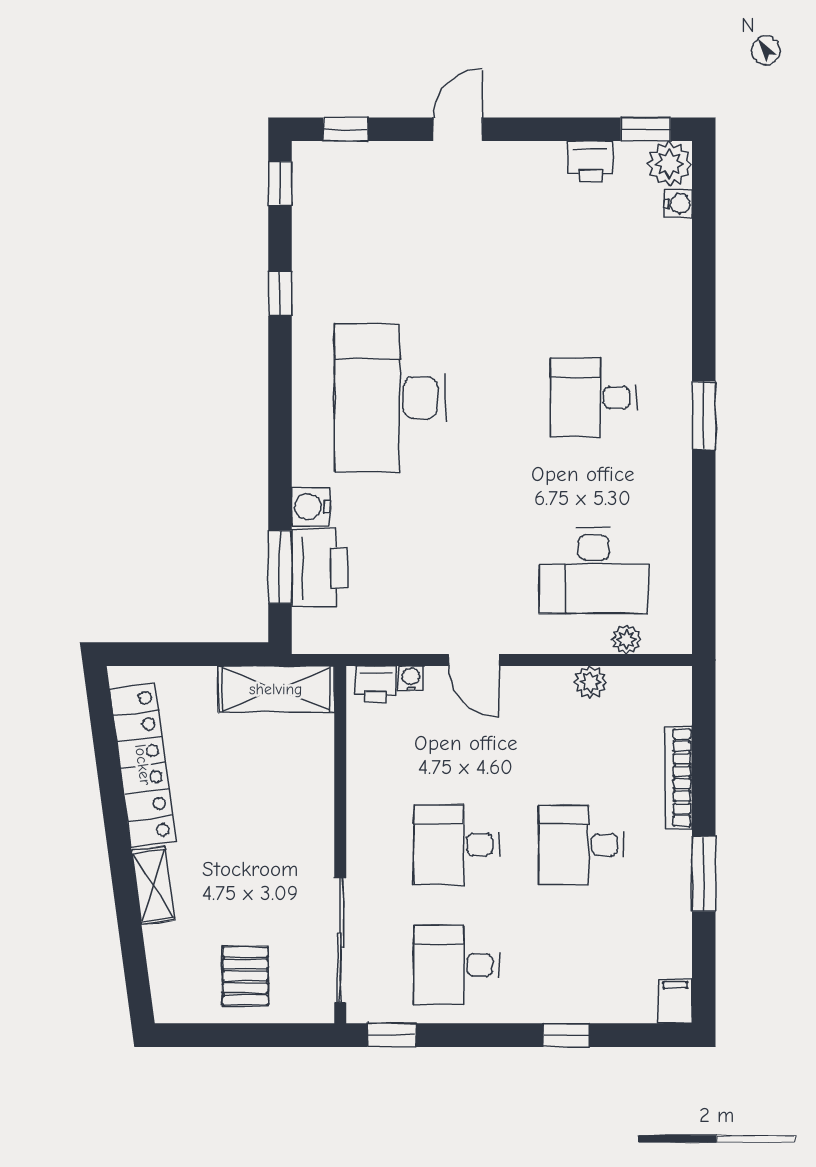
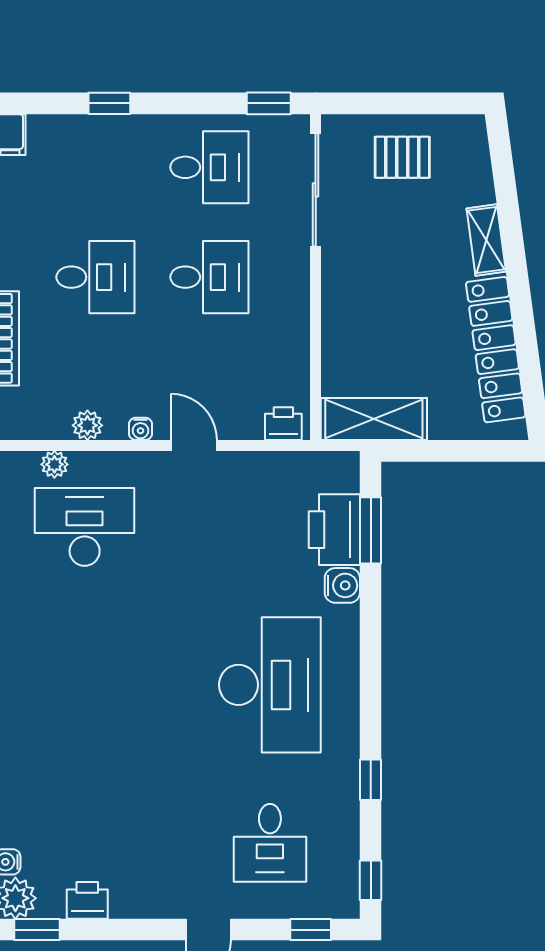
desk: (593, 398) -> (270, 843), moved, turned 90
water cooler: (411, 678) -> (141, 429), moved
pallet: (245, 976) -> (402, 157), turned 90

